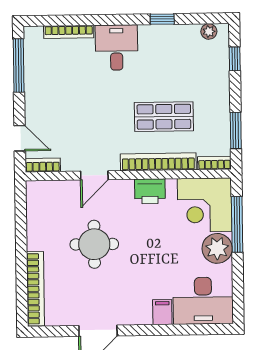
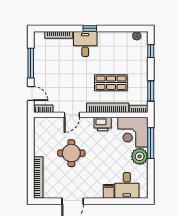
window: (162, 19) -> (90, 28), moved
window: (19, 66) -> (31, 63), moved
desk: (203, 301) -> (127, 185), width x0.73

